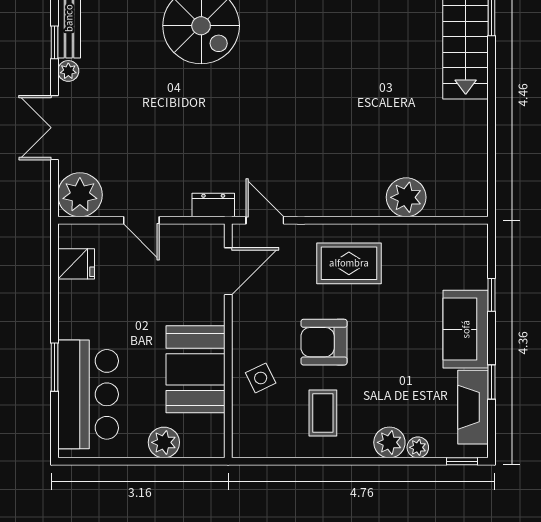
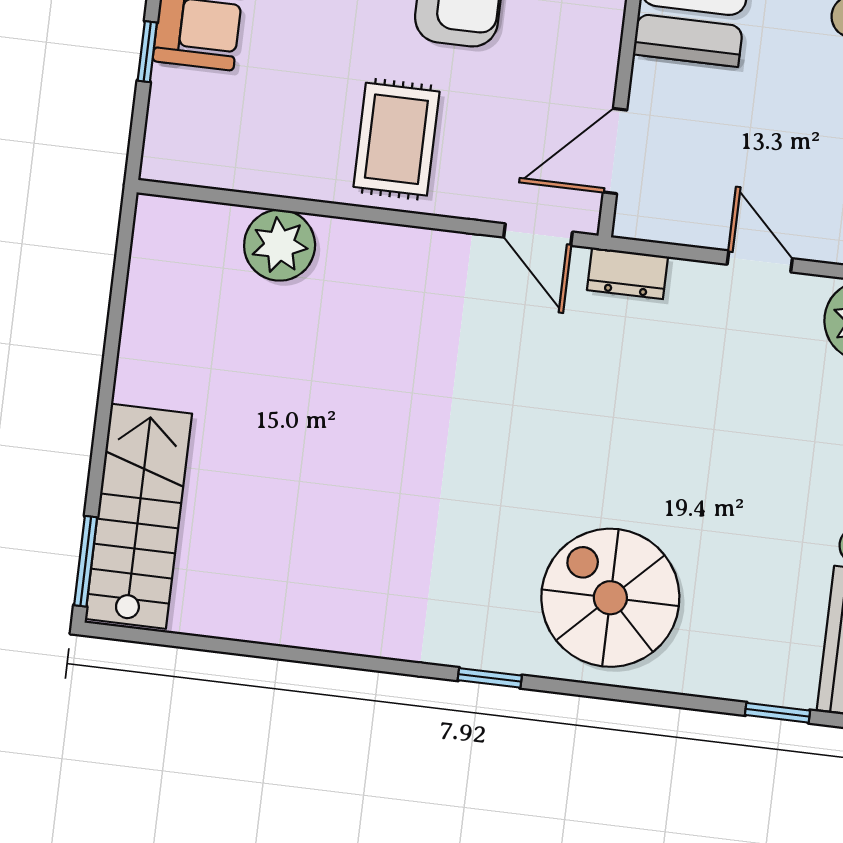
rug: (349, 263) -> (396, 139), turned 90

